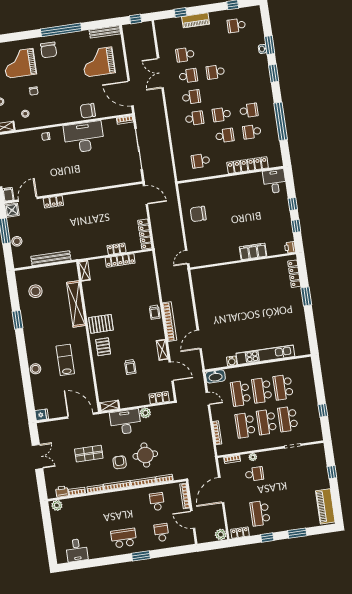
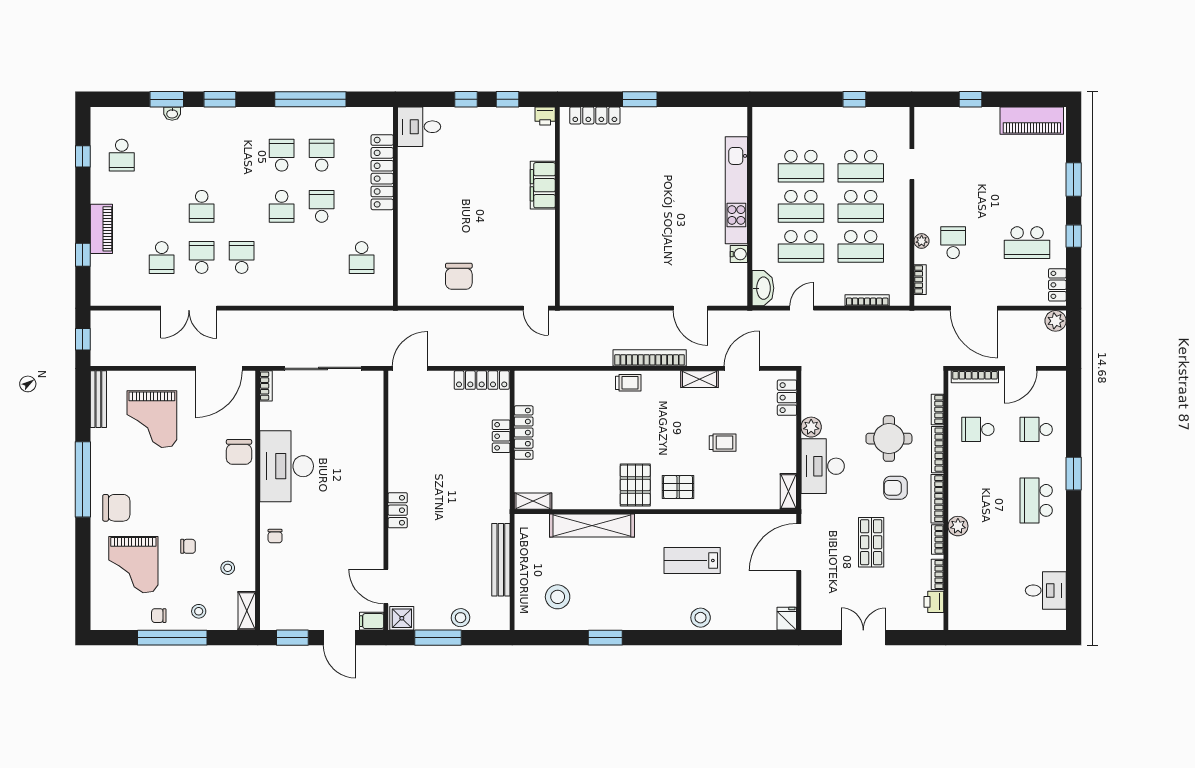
school desk: (194, 118) -> (282, 257), removed
school desk: (252, 132) -> (322, 155), turned 180
locker: (53, 202) -> (398, 510), moved
plant: (57, 505) -> (958, 526), moved

